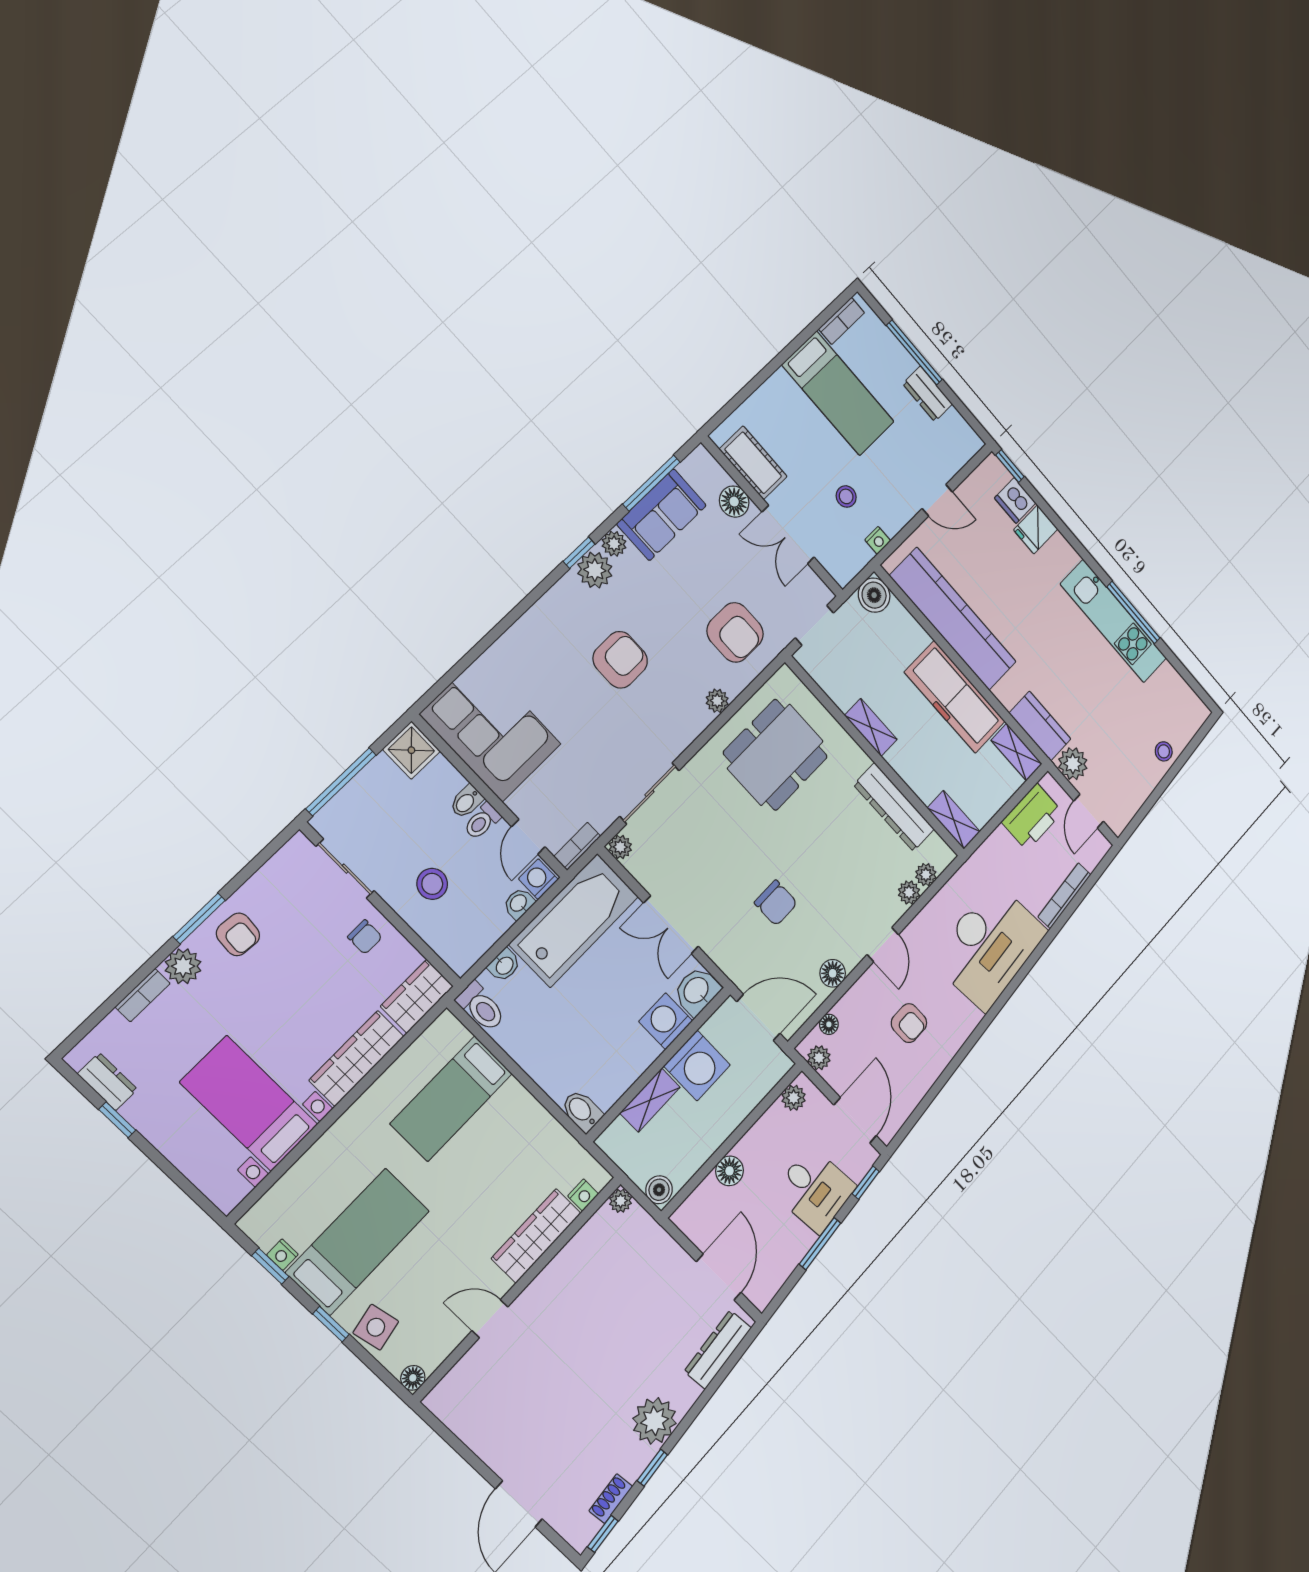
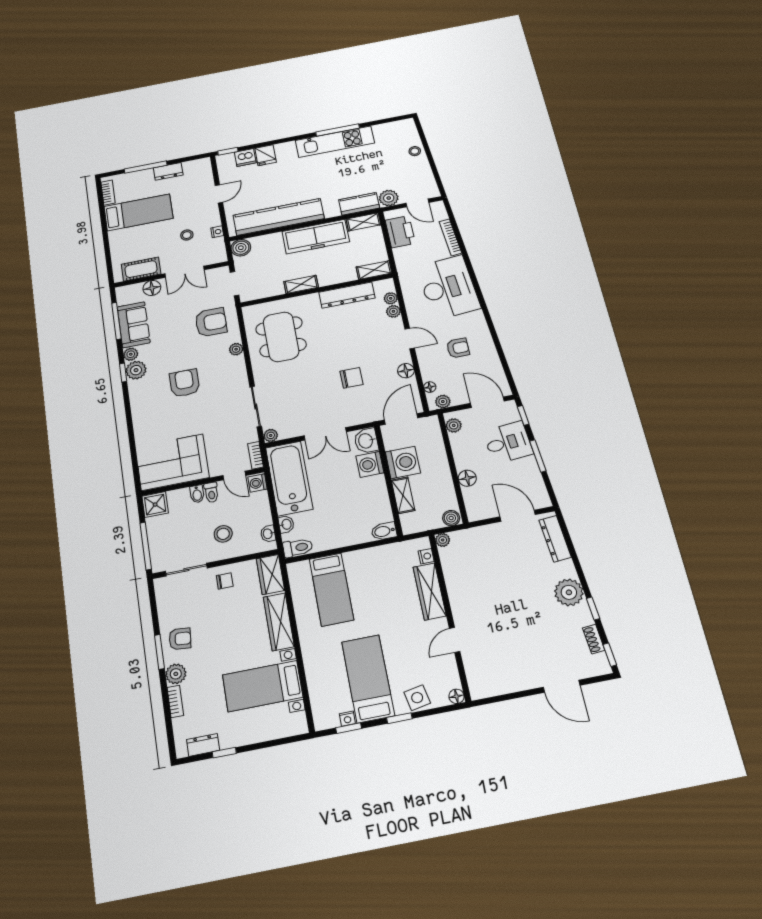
washbasin: (519, 903) -> (268, 534), moved

